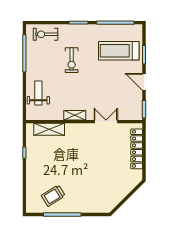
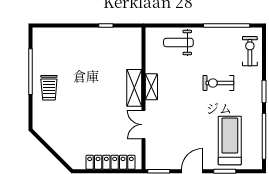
weight bench: (38, 93) -> (178, 42), turned 180
double door: (106, 122) -> (144, 125), swing flipped
shelving: (49, 129) -> (134, 88), moved
trolley: (53, 196) -> (49, 88), moved, turned -148

